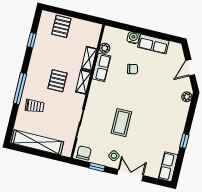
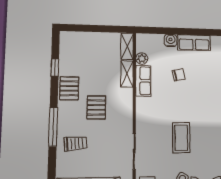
pallet: (61, 26) -> (69, 88), moved
shelving: (83, 82) -> (127, 47), moved

